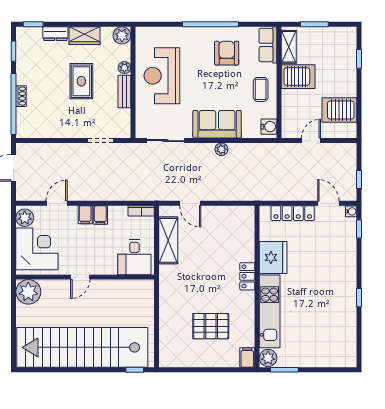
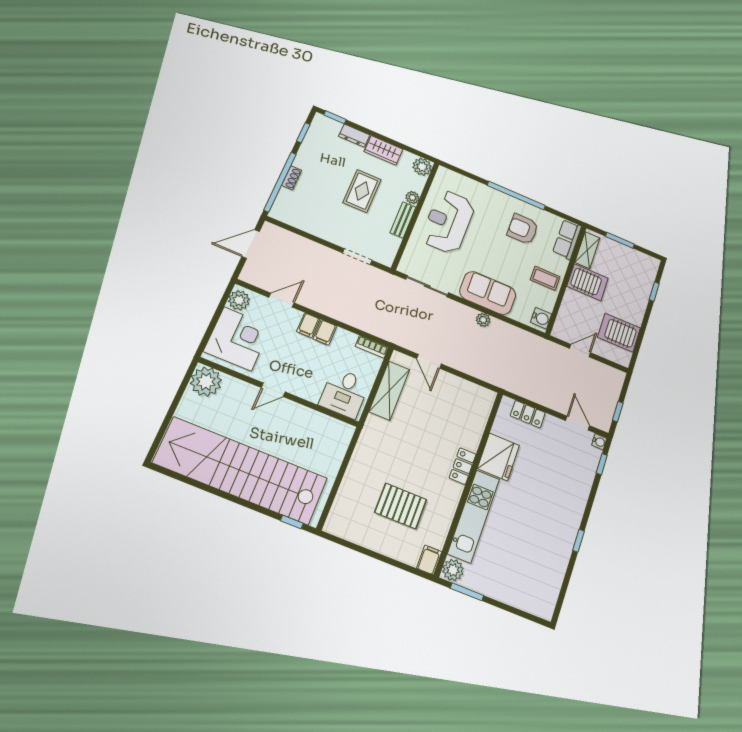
armchair: (227, 53) -> (523, 229), turned -90
coffee table: (261, 89) -> (545, 278), turned 90
locker: (293, 213) -> (528, 414), width x0.66

